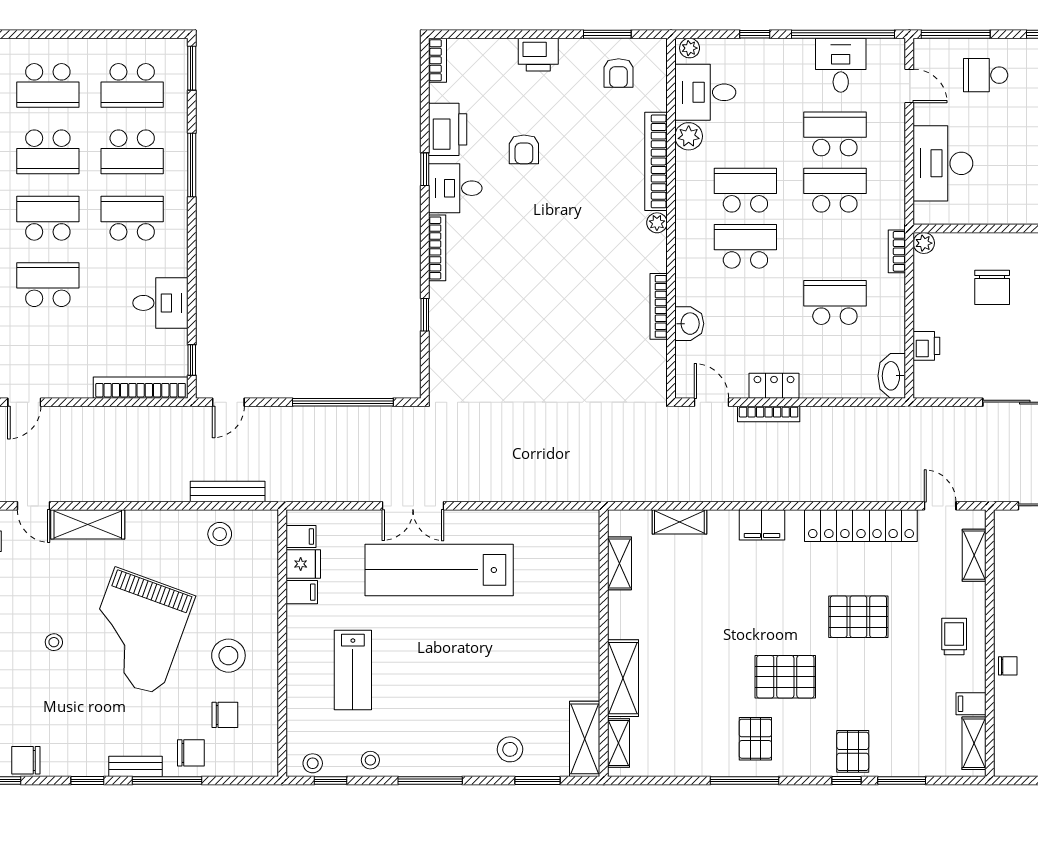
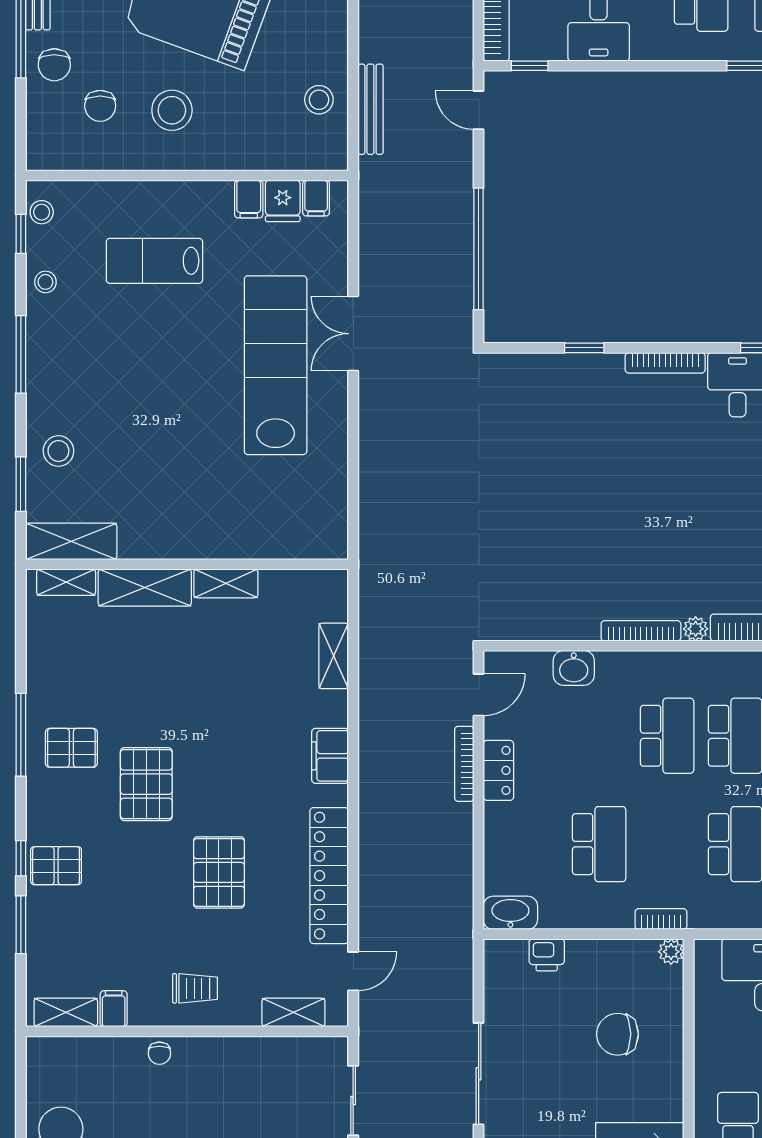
bookcase: (659, 306) -> (641, 631), moved
shelving: (619, 563) -> (226, 583), moved

